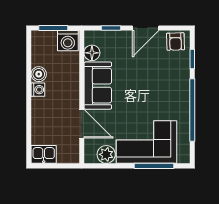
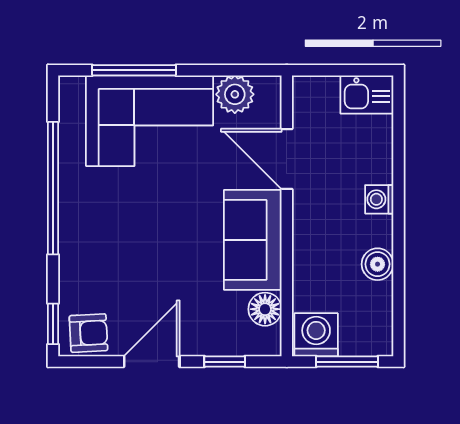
armchair: (175, 41) -> (88, 333), turned 89
window: (192, 59) -> (53, 324), moved
washing machine: (38, 90) -> (379, 199), moved

